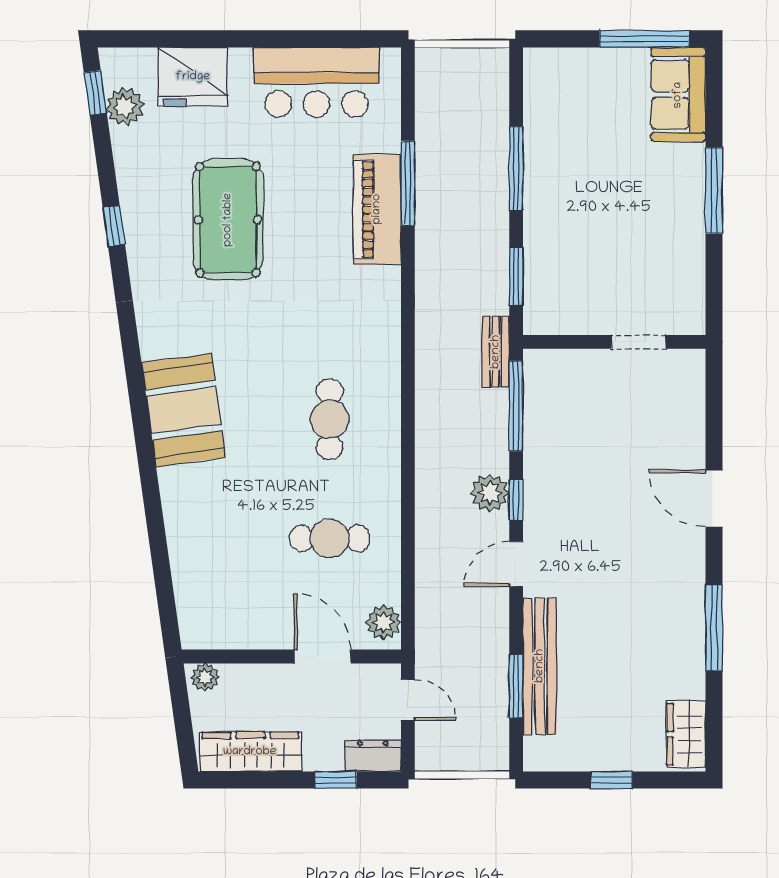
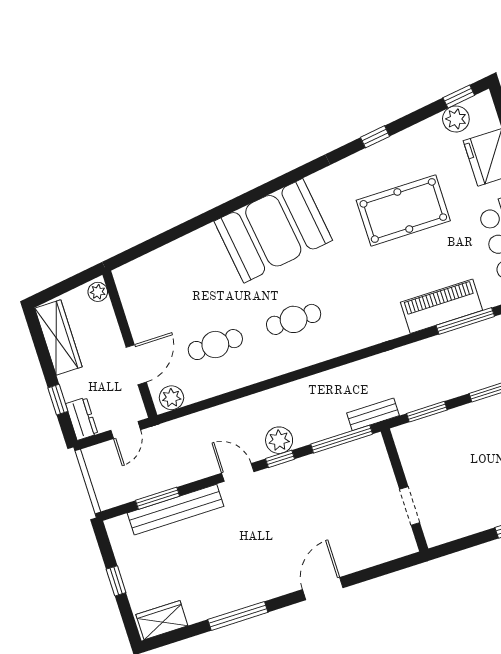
booth: (184, 410) -> (273, 231), width x1.36, depth x1.42
cafe table: (330, 538) -> (215, 345), turned 90

